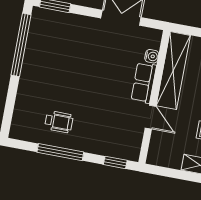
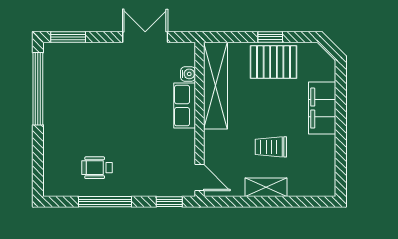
door: (150, 117) -> (199, 178), moved
wheelchair: (59, 122) -> (97, 168), turned 180

